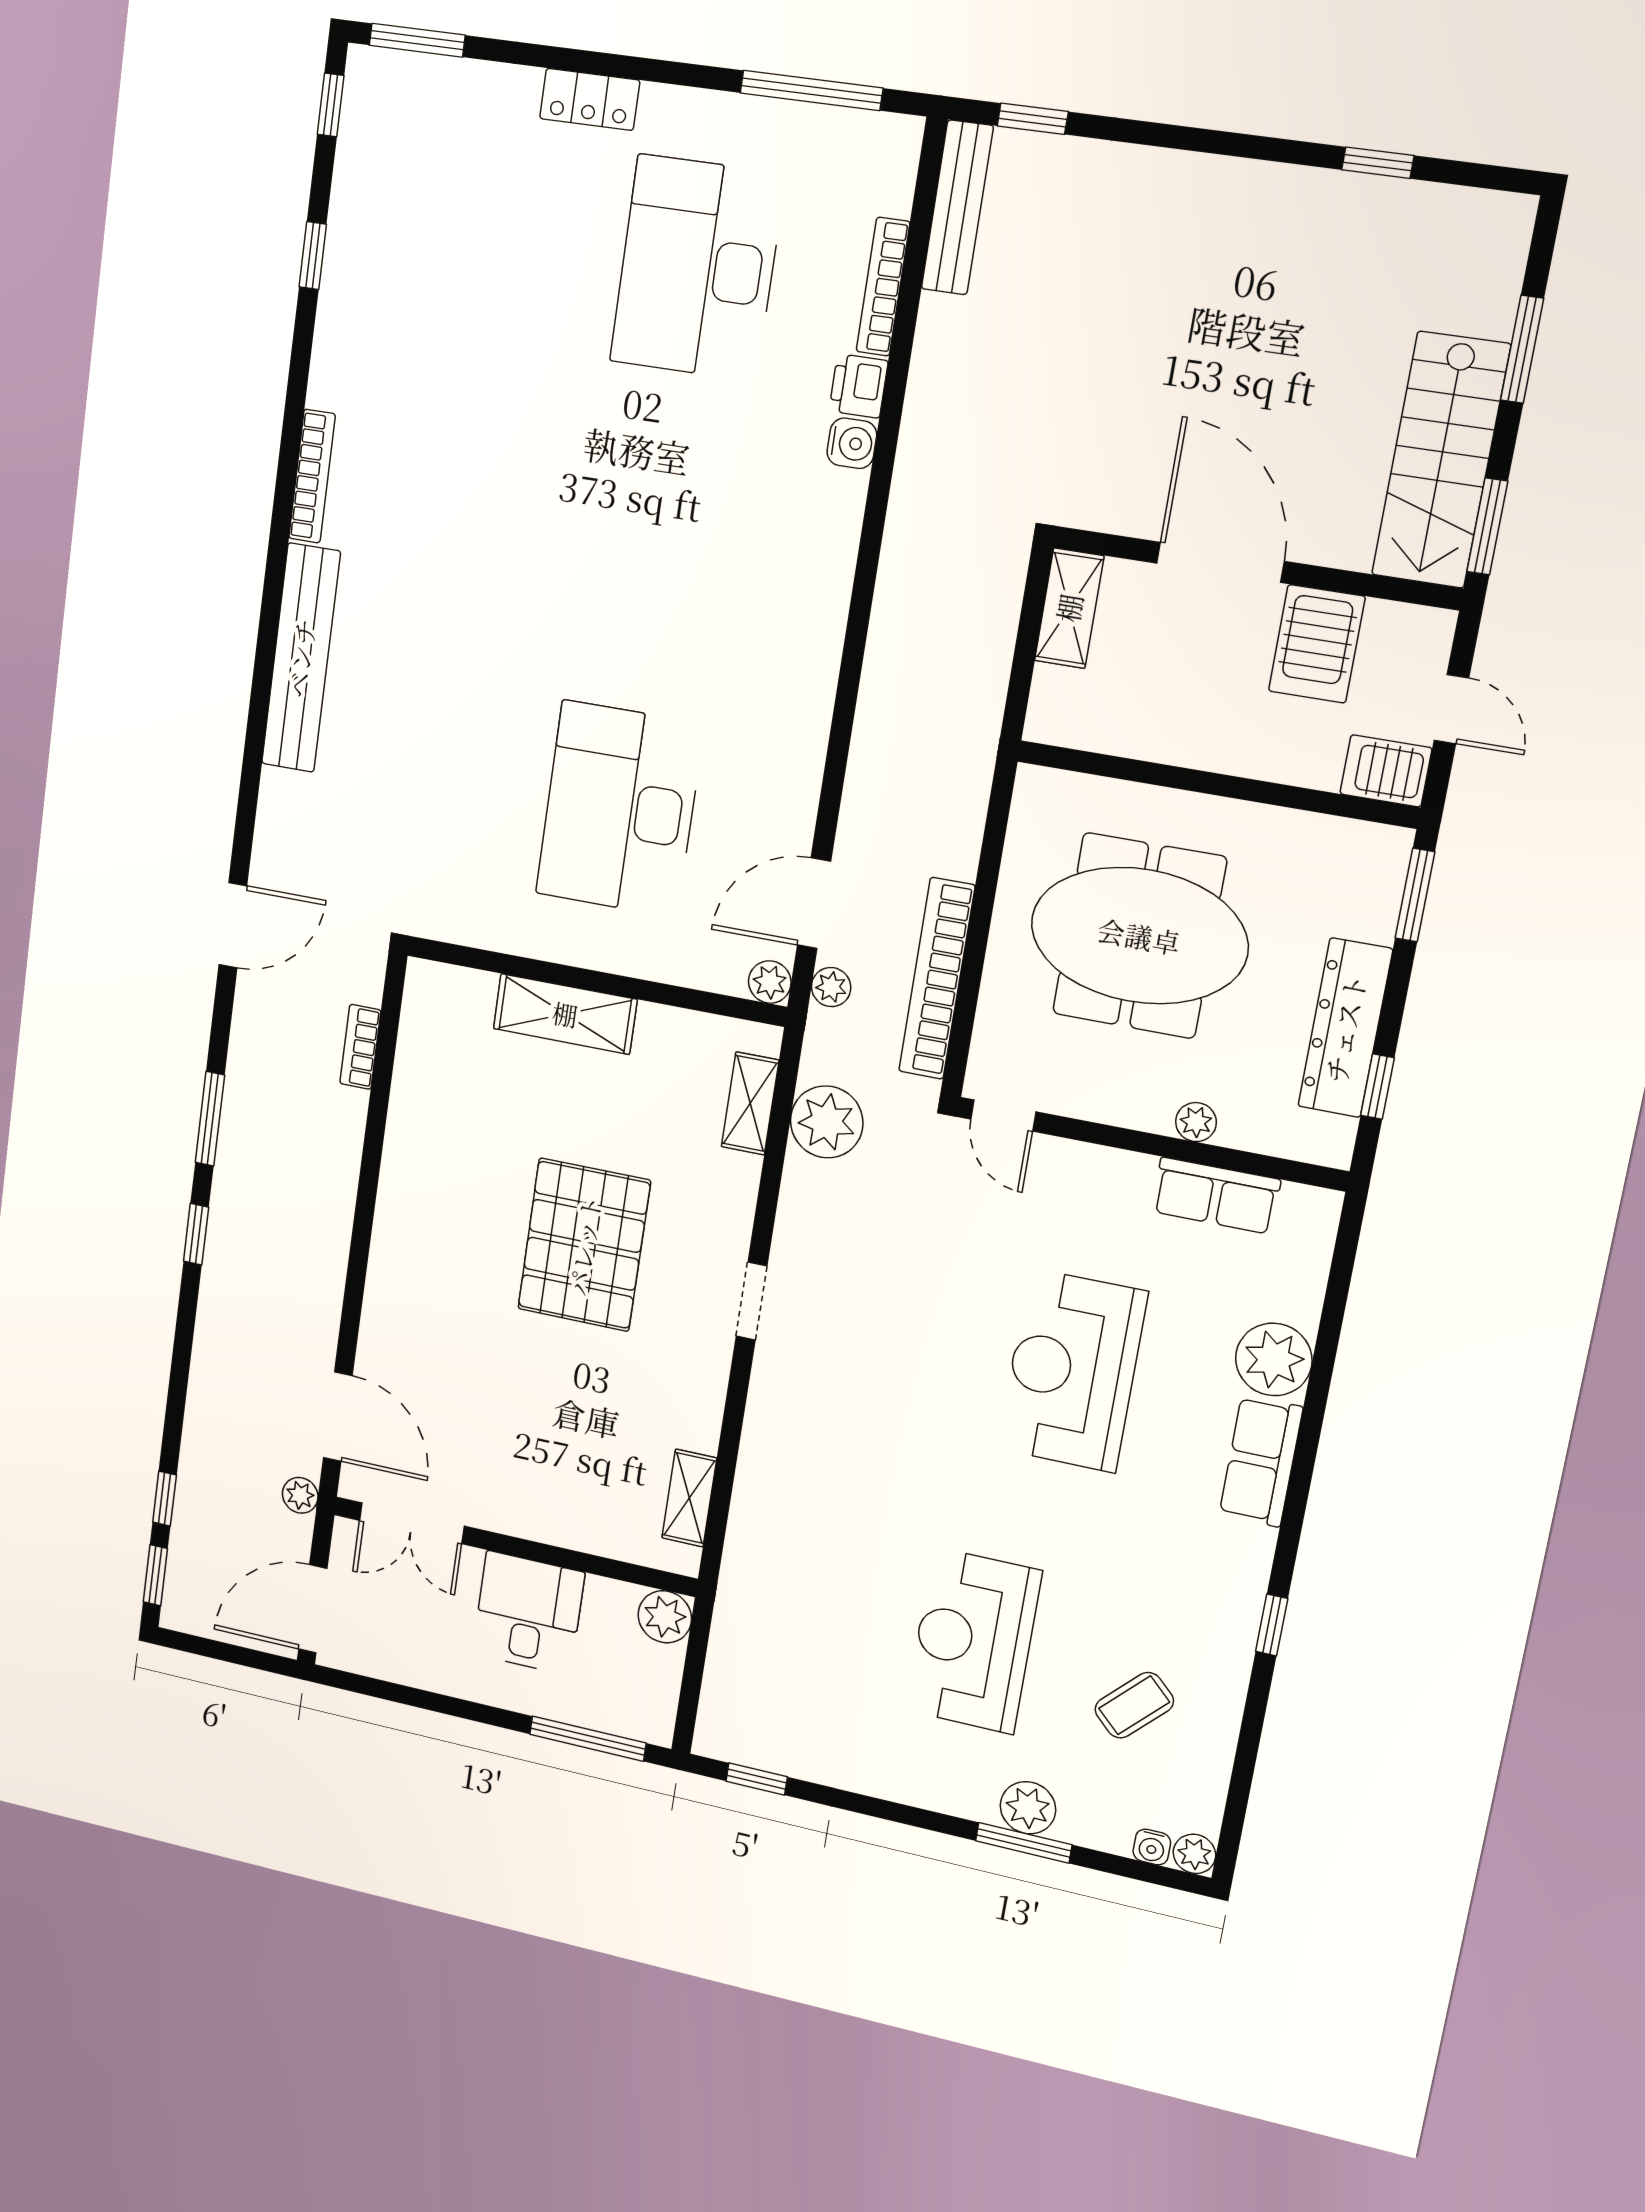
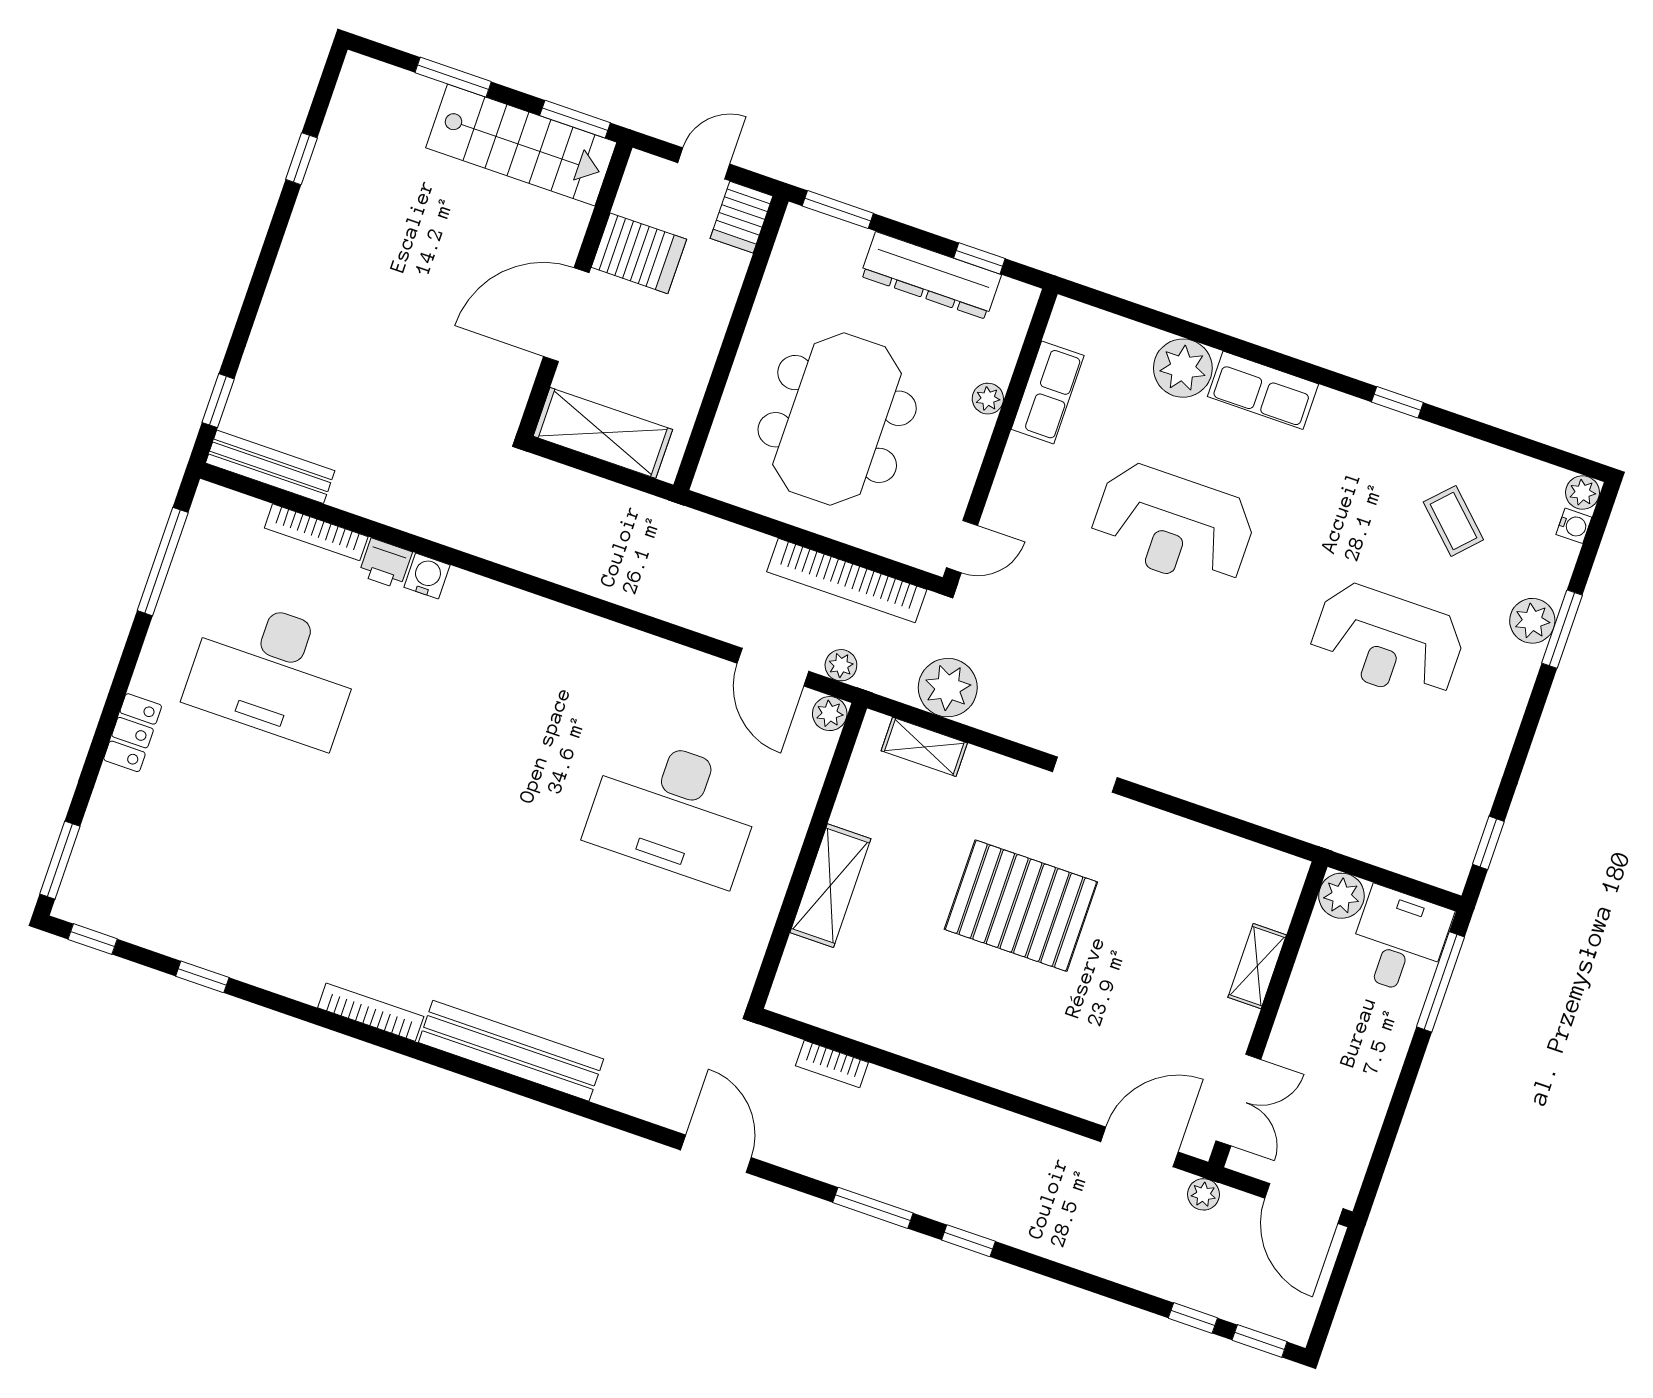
shelving: (1069, 608) -> (603, 433), width x1.50, depth x1.33
shelving: (689, 1498) -> (1257, 966), moved, turned 90
desk: (528, 1613) -> (1399, 941), moved, turned 90

